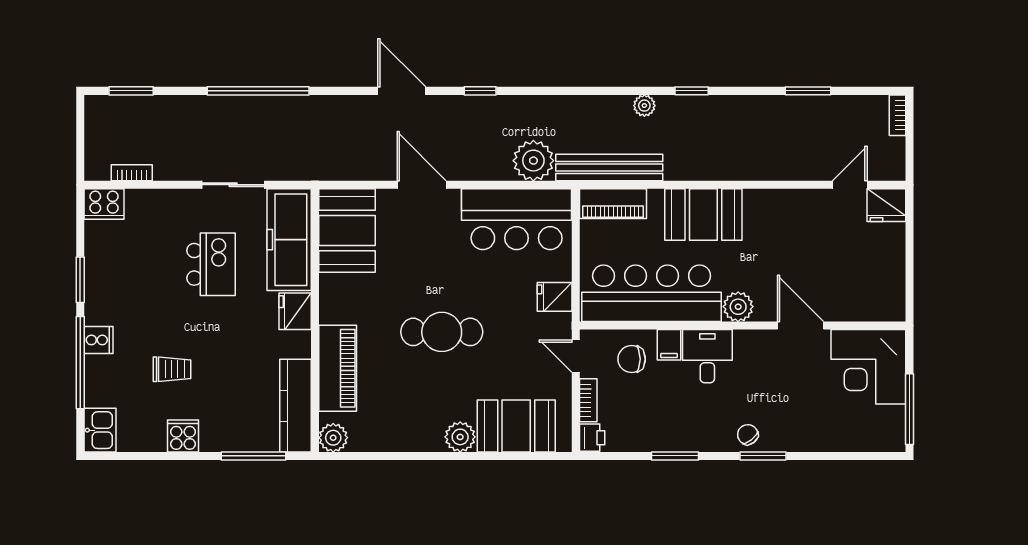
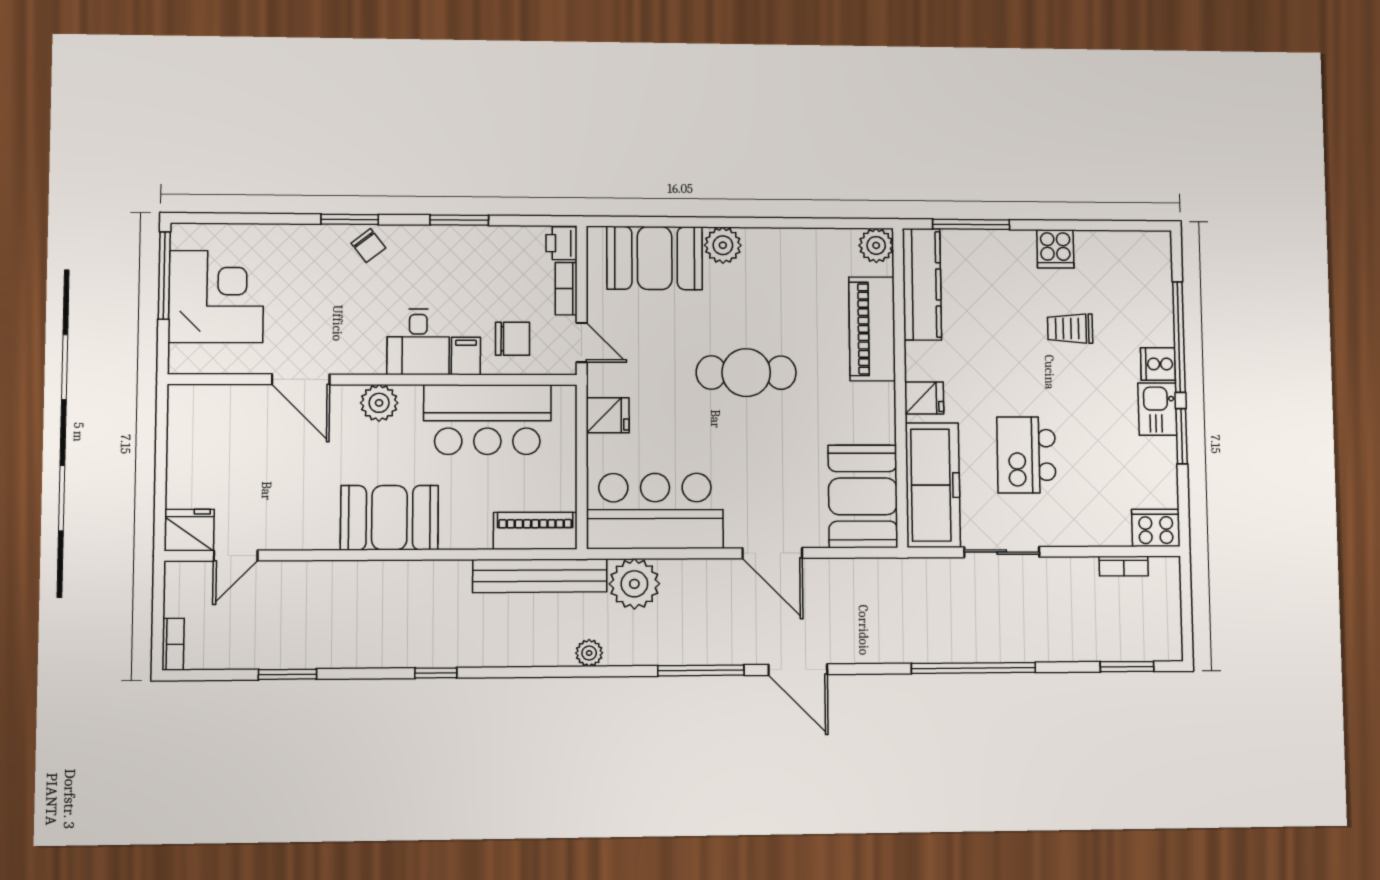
window: (480, 91) -> (701, 670), width x2.17
plant: (644, 106) -> (589, 653), moved
booth: (703, 214) -> (389, 518), moved
bar counter: (652, 293) -> (487, 420), width x0.73
fridge: (295, 311) -> (924, 398), width x0.72
corner desk: (868, 367) -> (216, 297), moved
kitchen sink: (100, 430) -> (1157, 409), moved

